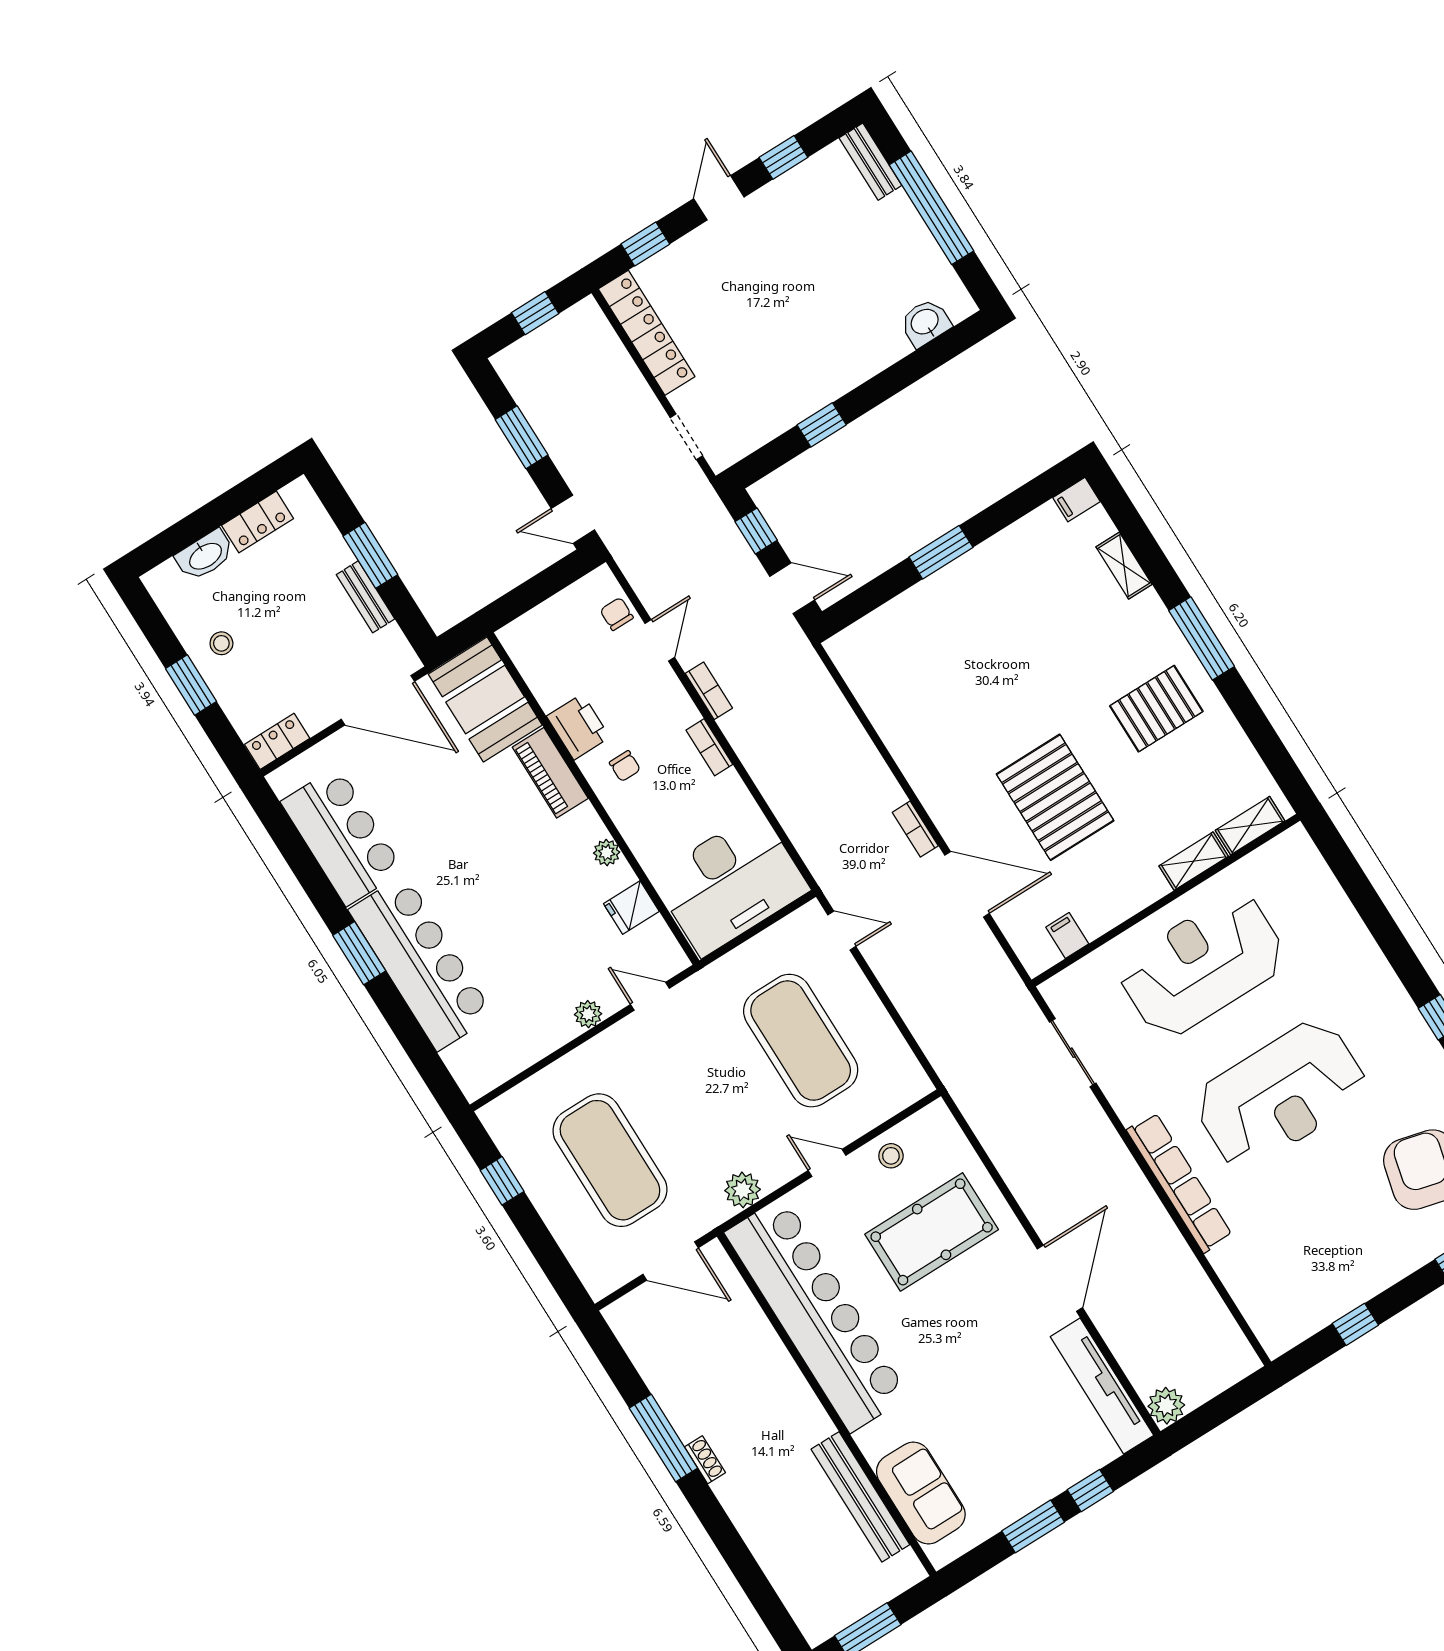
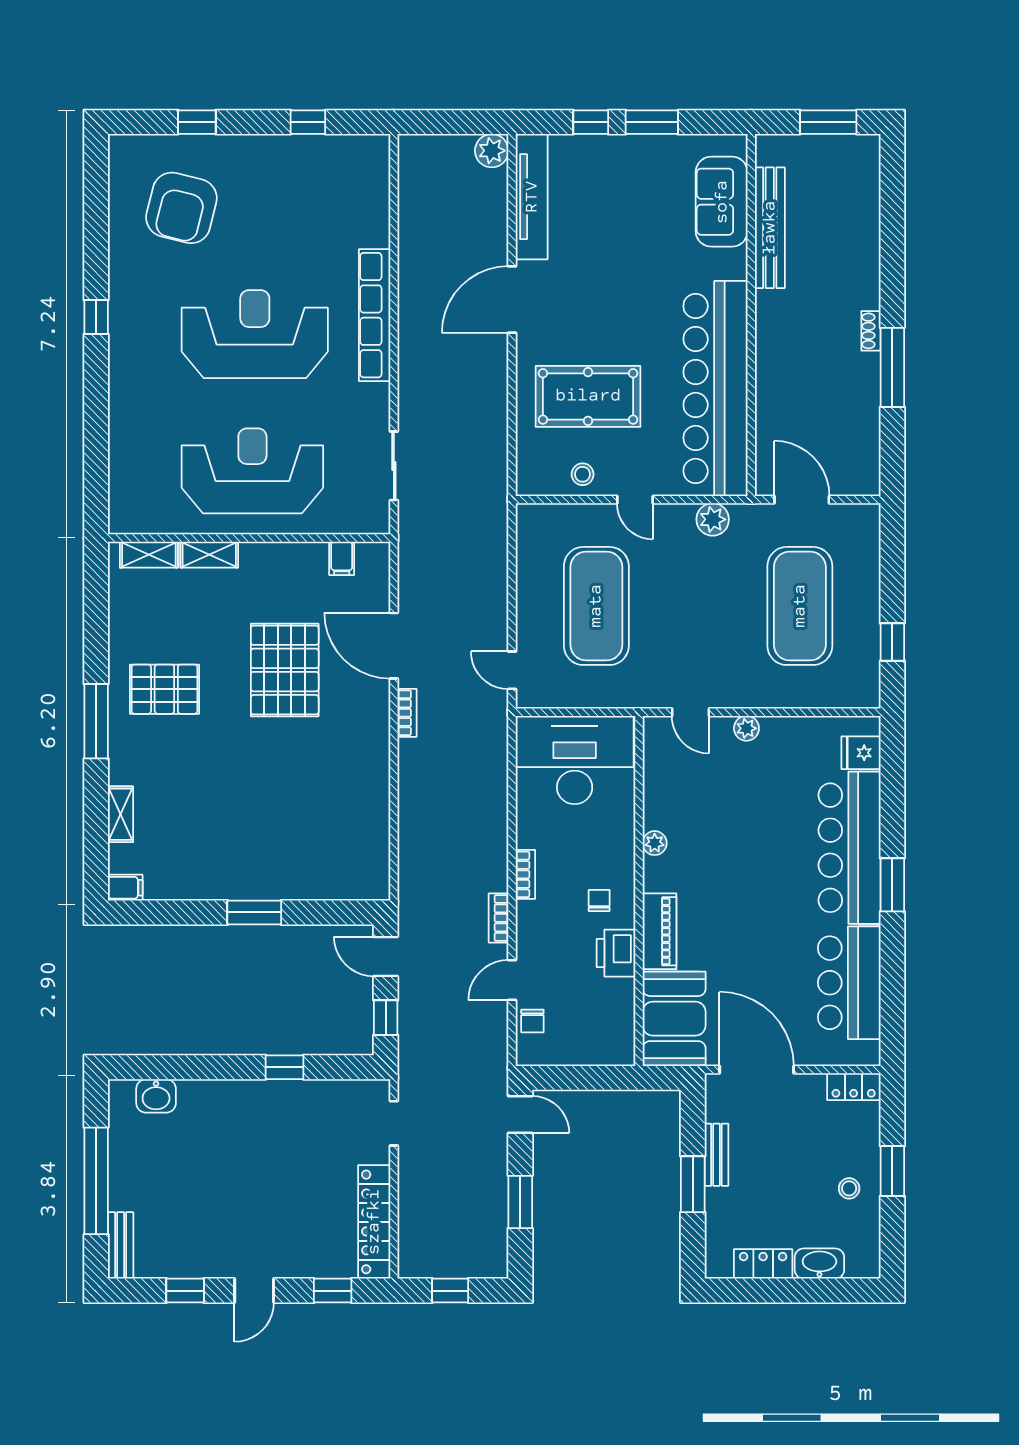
fridge: (631, 908) -> (861, 753), moved, turned 180
reception desk: (1202, 965) -> (252, 471), turned 180

